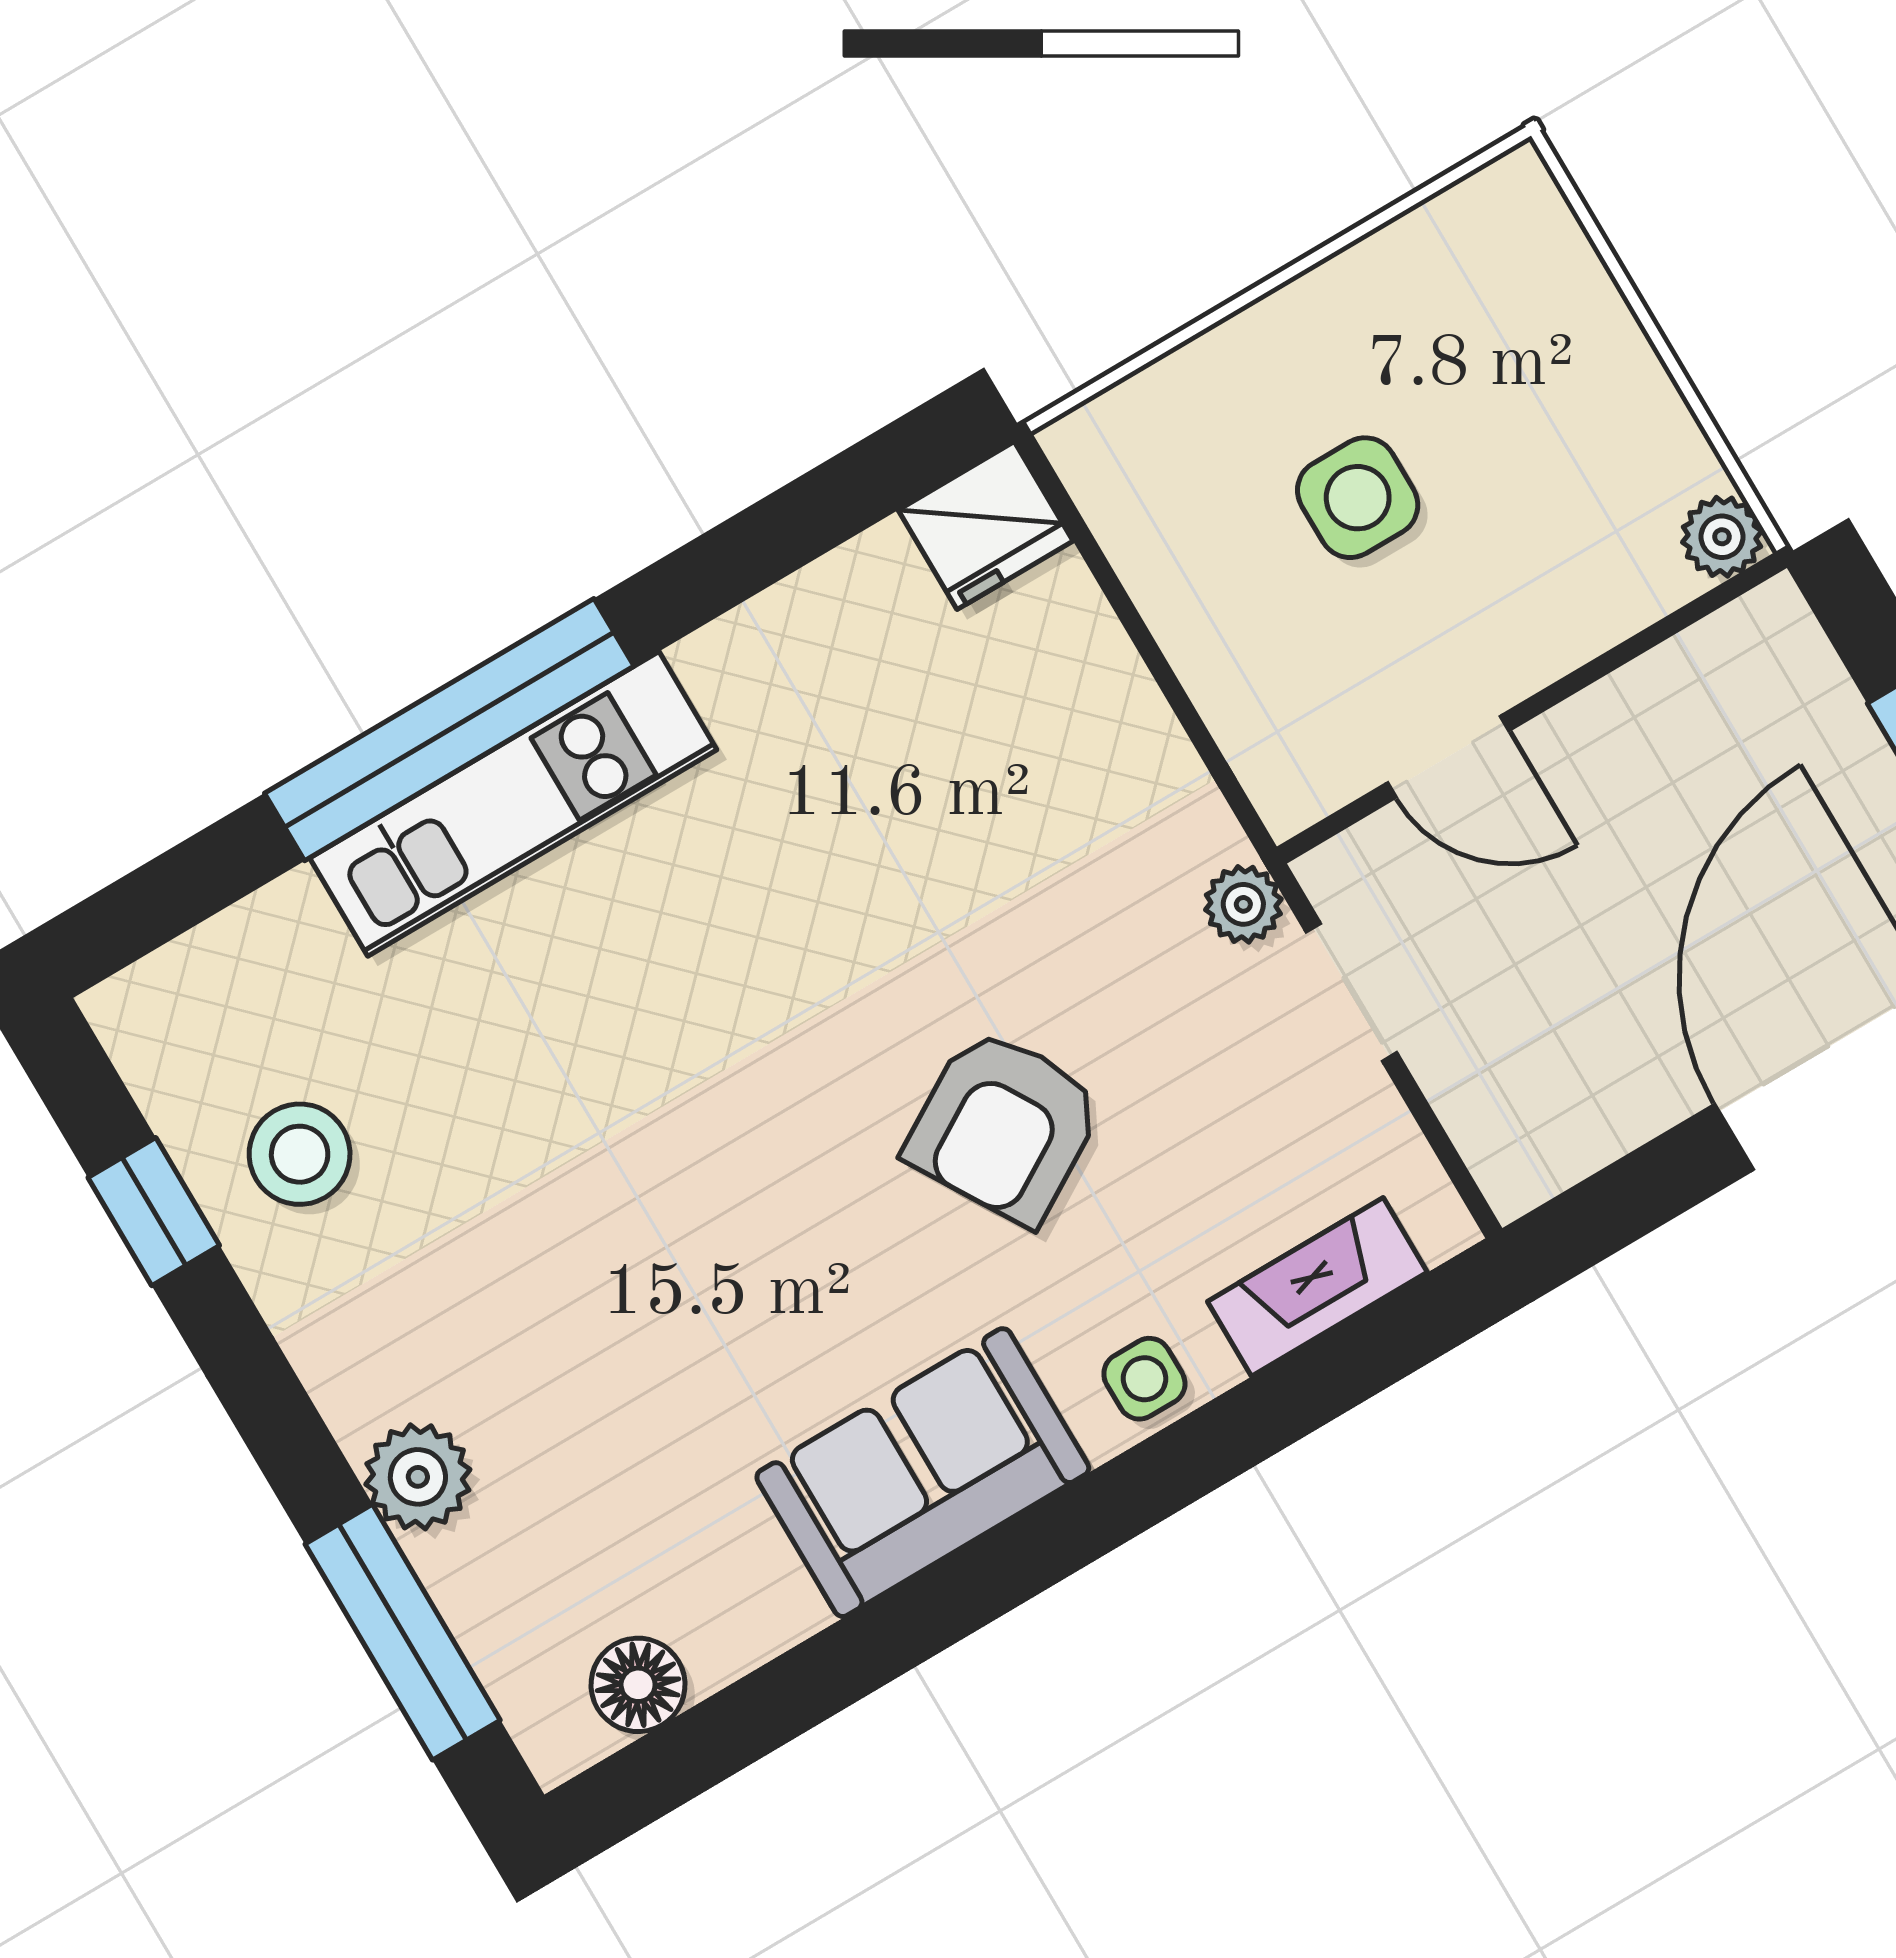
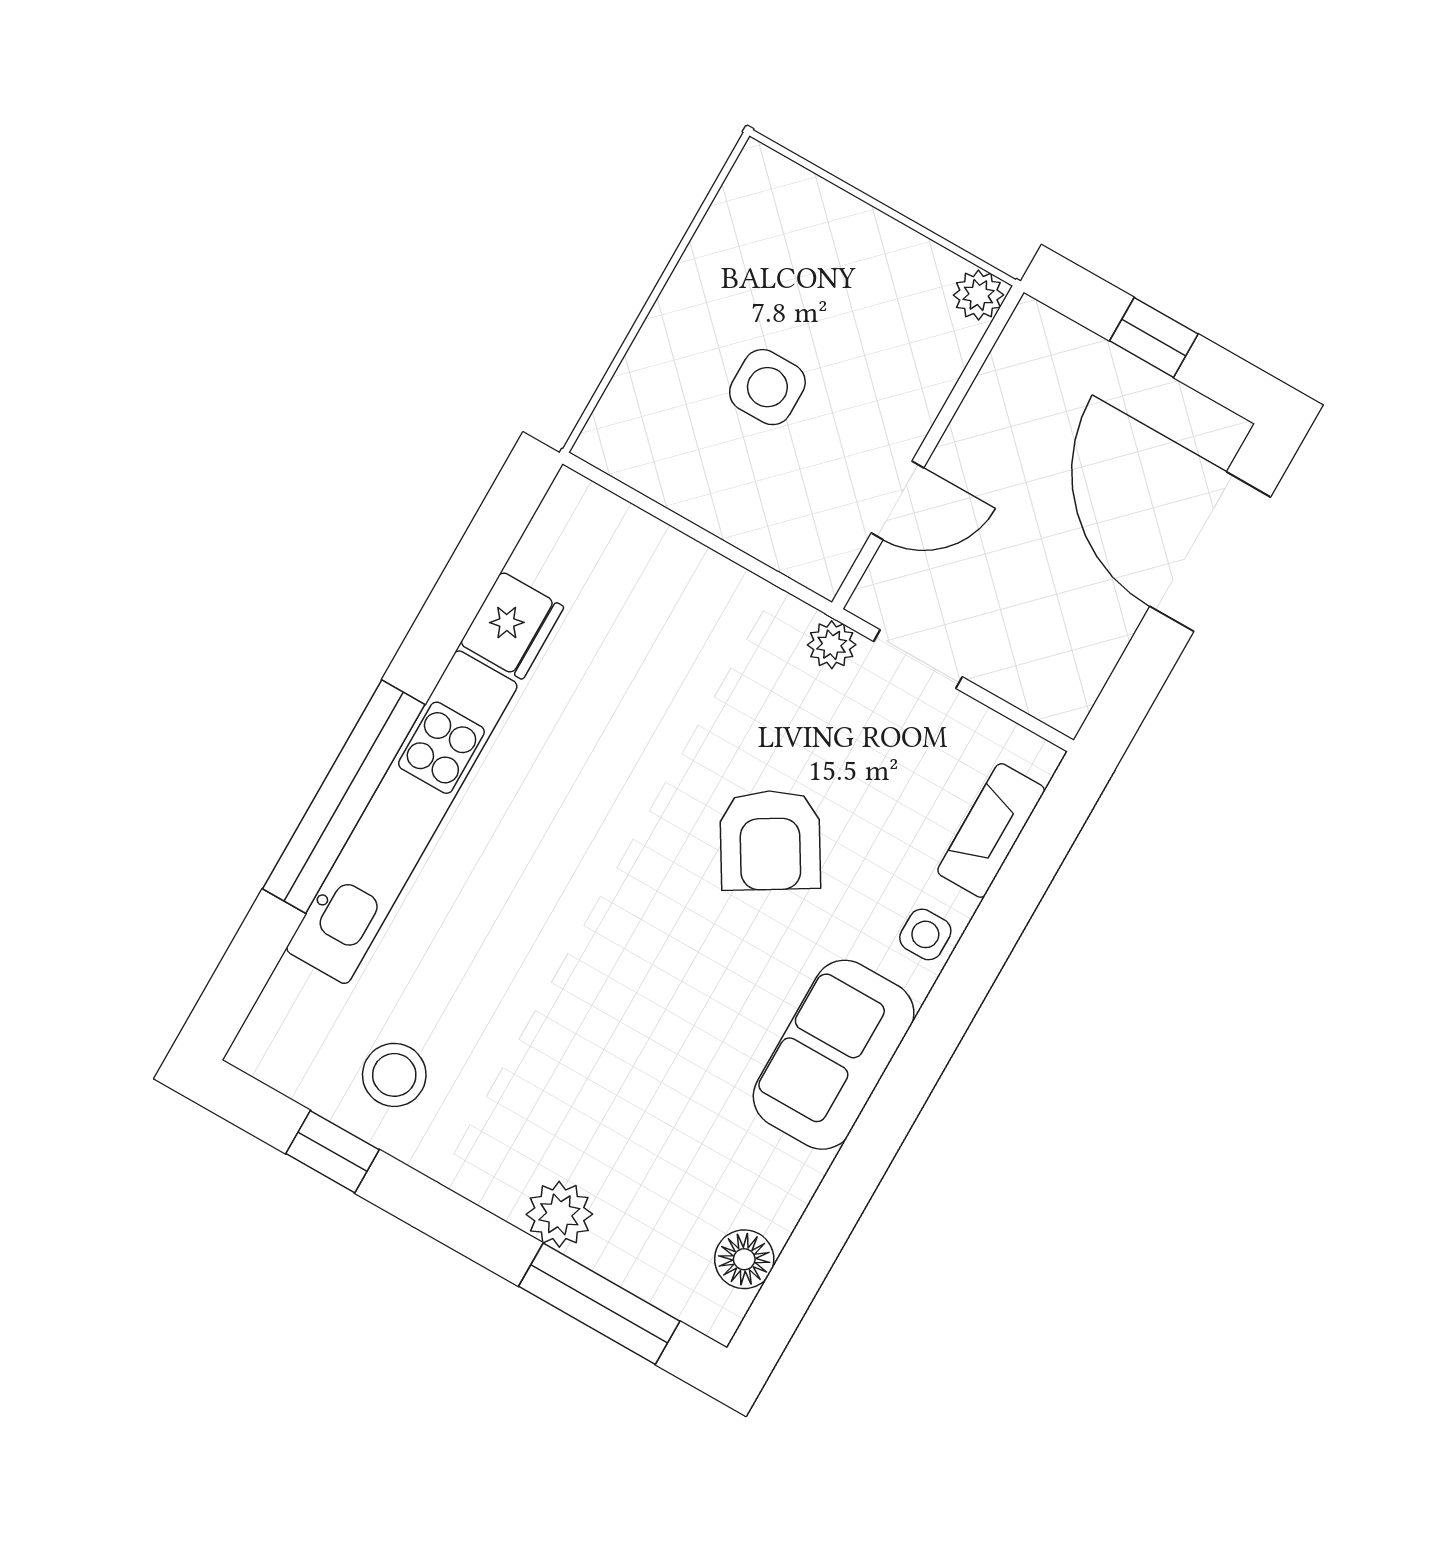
fridge: (986, 525) -> (512, 625), moved
kitchen unit: (513, 804) -> (402, 817), width x1.36

